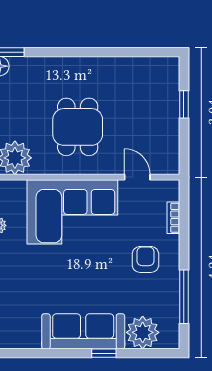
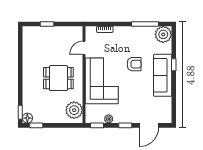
armchair: (145, 259) -> (134, 64), moved, turned 180
plant: (143, 332) -> (163, 34), moved

